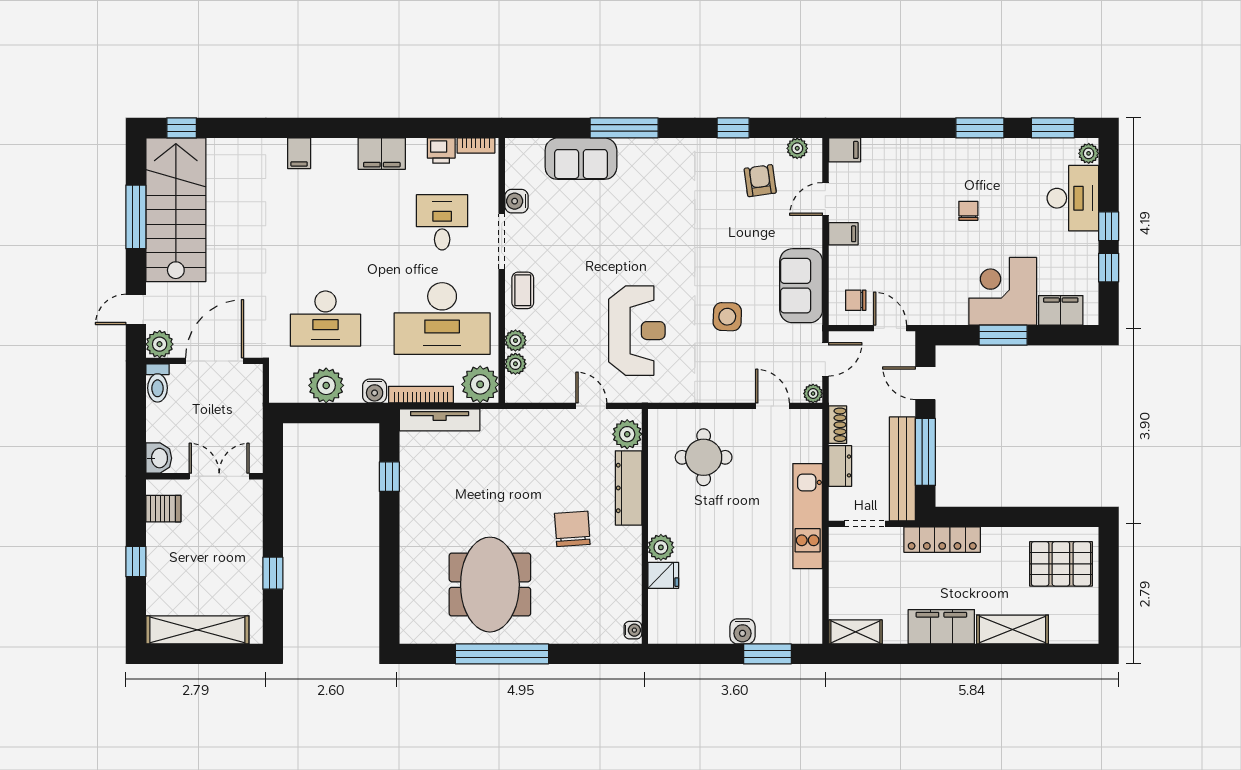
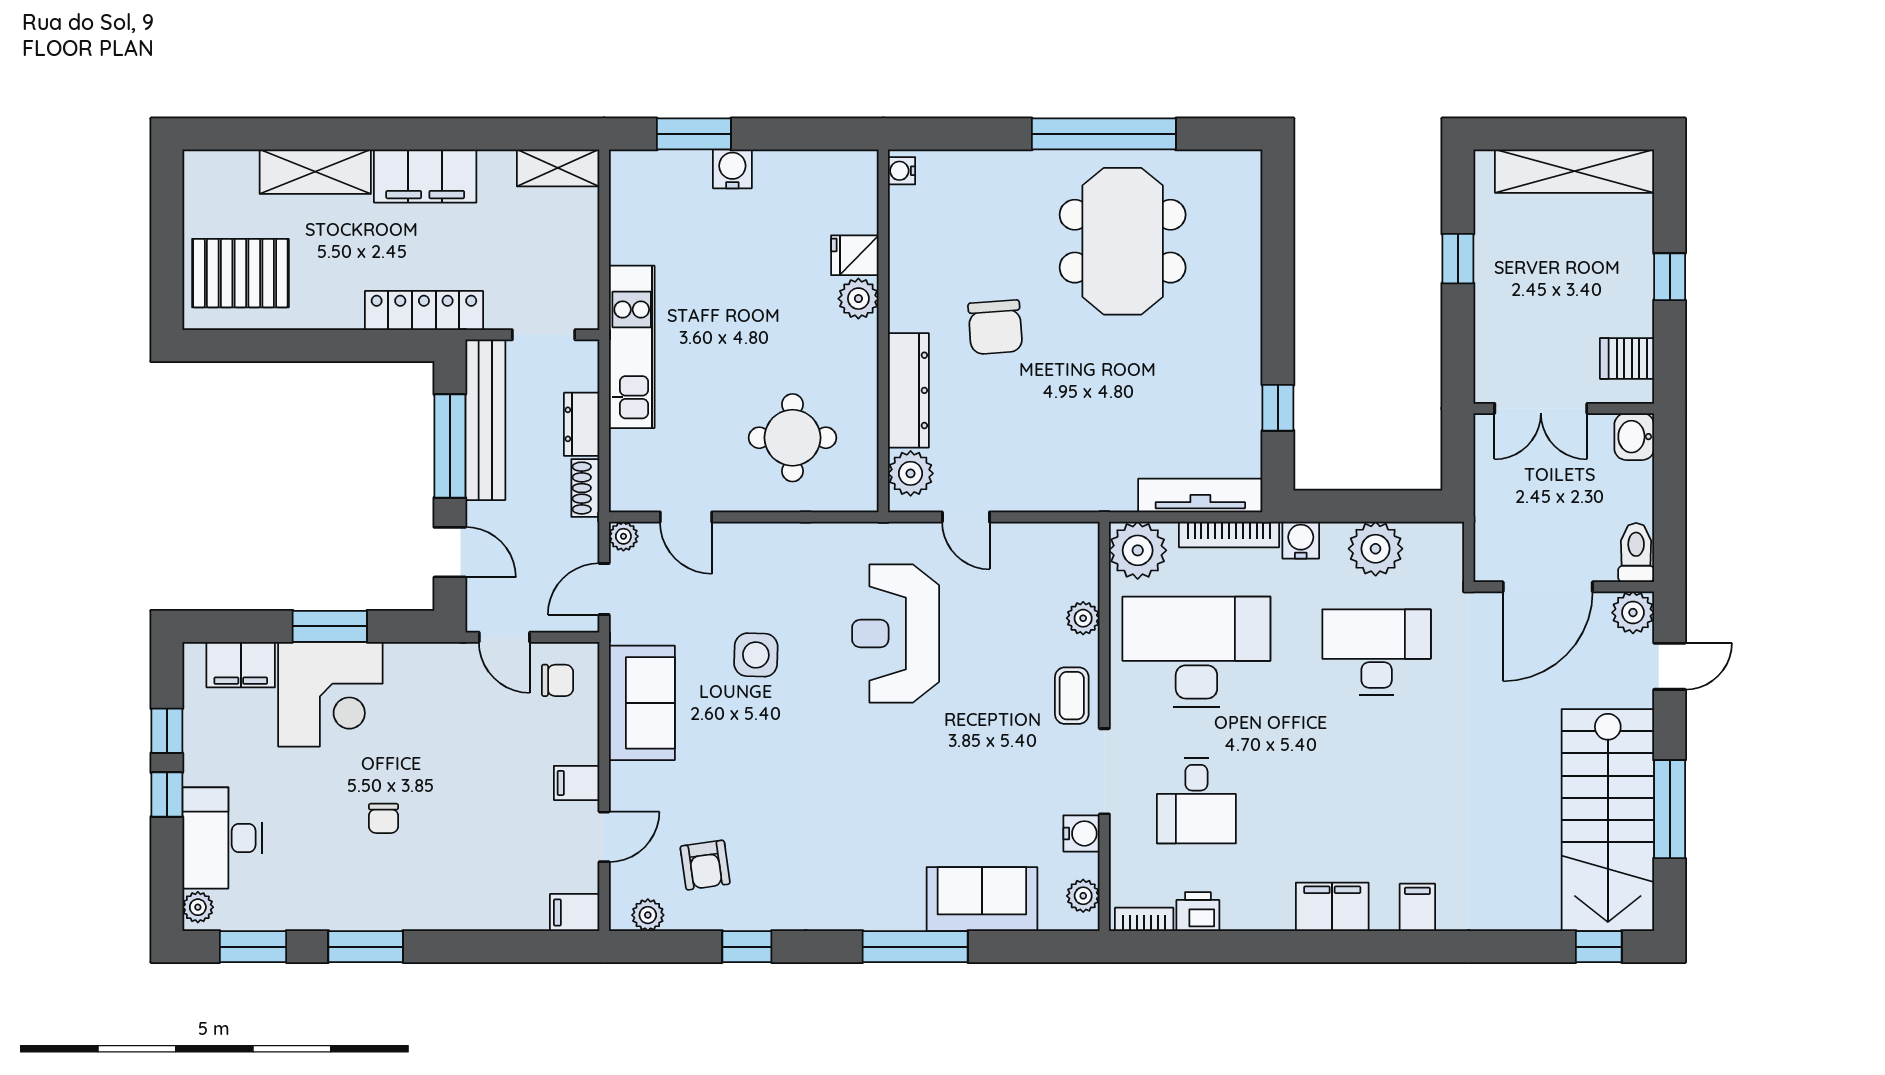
filing cabinet: (382, 154) -> (1332, 907), moved
plant: (515, 364) -> (1083, 896), moved

